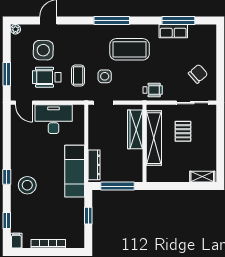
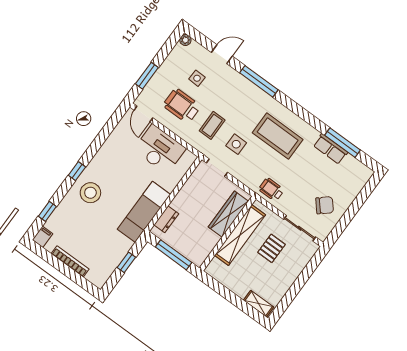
window: (112, 21) -> (259, 81), moved
side table: (43, 50) -> (197, 78), width x0.54, depth x0.54
wheelchair: (153, 90) -> (271, 189), turned 180
dresser: (94, 165) -> (166, 219), width x0.70

